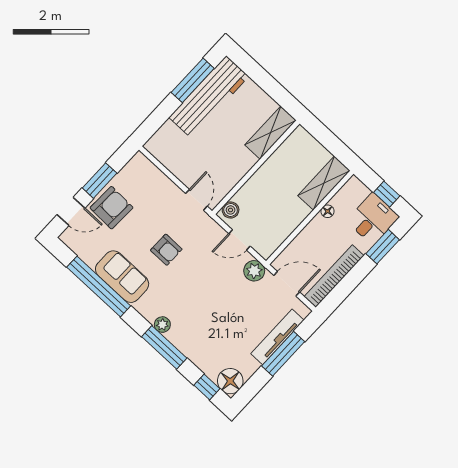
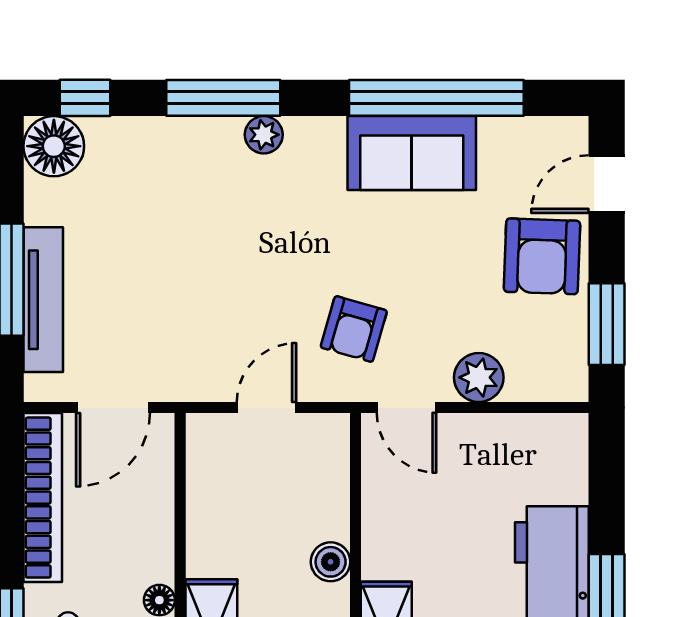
window: (100, 181) -> (607, 324), moved
boiler: (231, 210) -> (331, 562), moved
armchair: (166, 250) -> (354, 329), moved, turned -74
plant: (254, 271) -> (479, 377), moved

